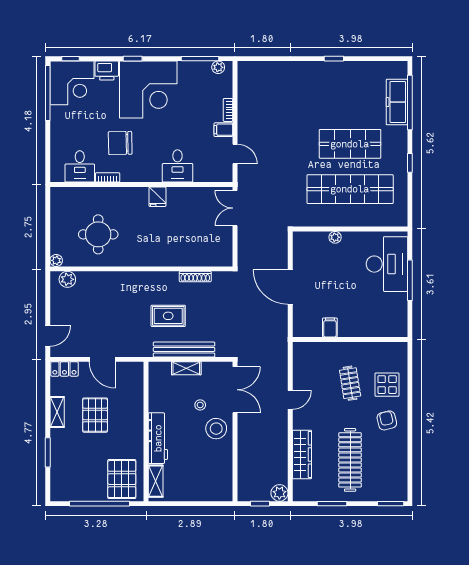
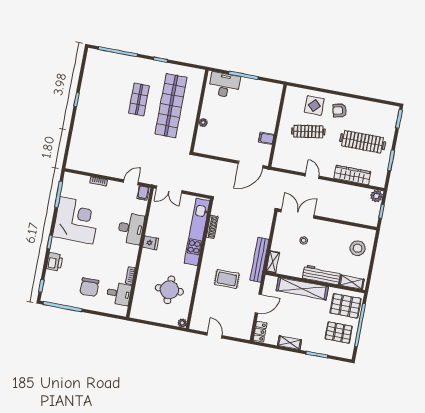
plant: (218, 67) -> (67, 183), removed
corner desk: (72, 83) -> (59, 288), removed
corner desk: (148, 90) -> (76, 220), moved
freezer: (397, 102) -> (116, 61), removed
filing cabinet: (223, 130) -> (143, 193), moved
chair: (120, 143) -> (89, 287), moved
shop shelf: (350, 144) -> (139, 99), width x0.70, depth x0.74
desk: (178, 166) -> (131, 228), width x1.37
kitchen unit: (184, 257) -> (197, 232), added
desk: (387, 264) -> (224, 85), width x0.73, depth x0.77
plant: (67, 279) -> (197, 318), removed
door: (290, 287) -> (251, 164), moved
rug: (168, 316) -> (227, 279), moved, turned 90
door: (48, 336) -> (215, 335), moved
bench: (184, 350) -> (259, 260), moved
shelving: (186, 368) -> (273, 262), moved
clothes rail: (350, 383) -> (308, 131), width x1.36
pallet: (95, 415) -> (339, 333), moved
shelving: (134, 415) -> (302, 289), added
stool: (216, 429) -> (358, 248), moved

